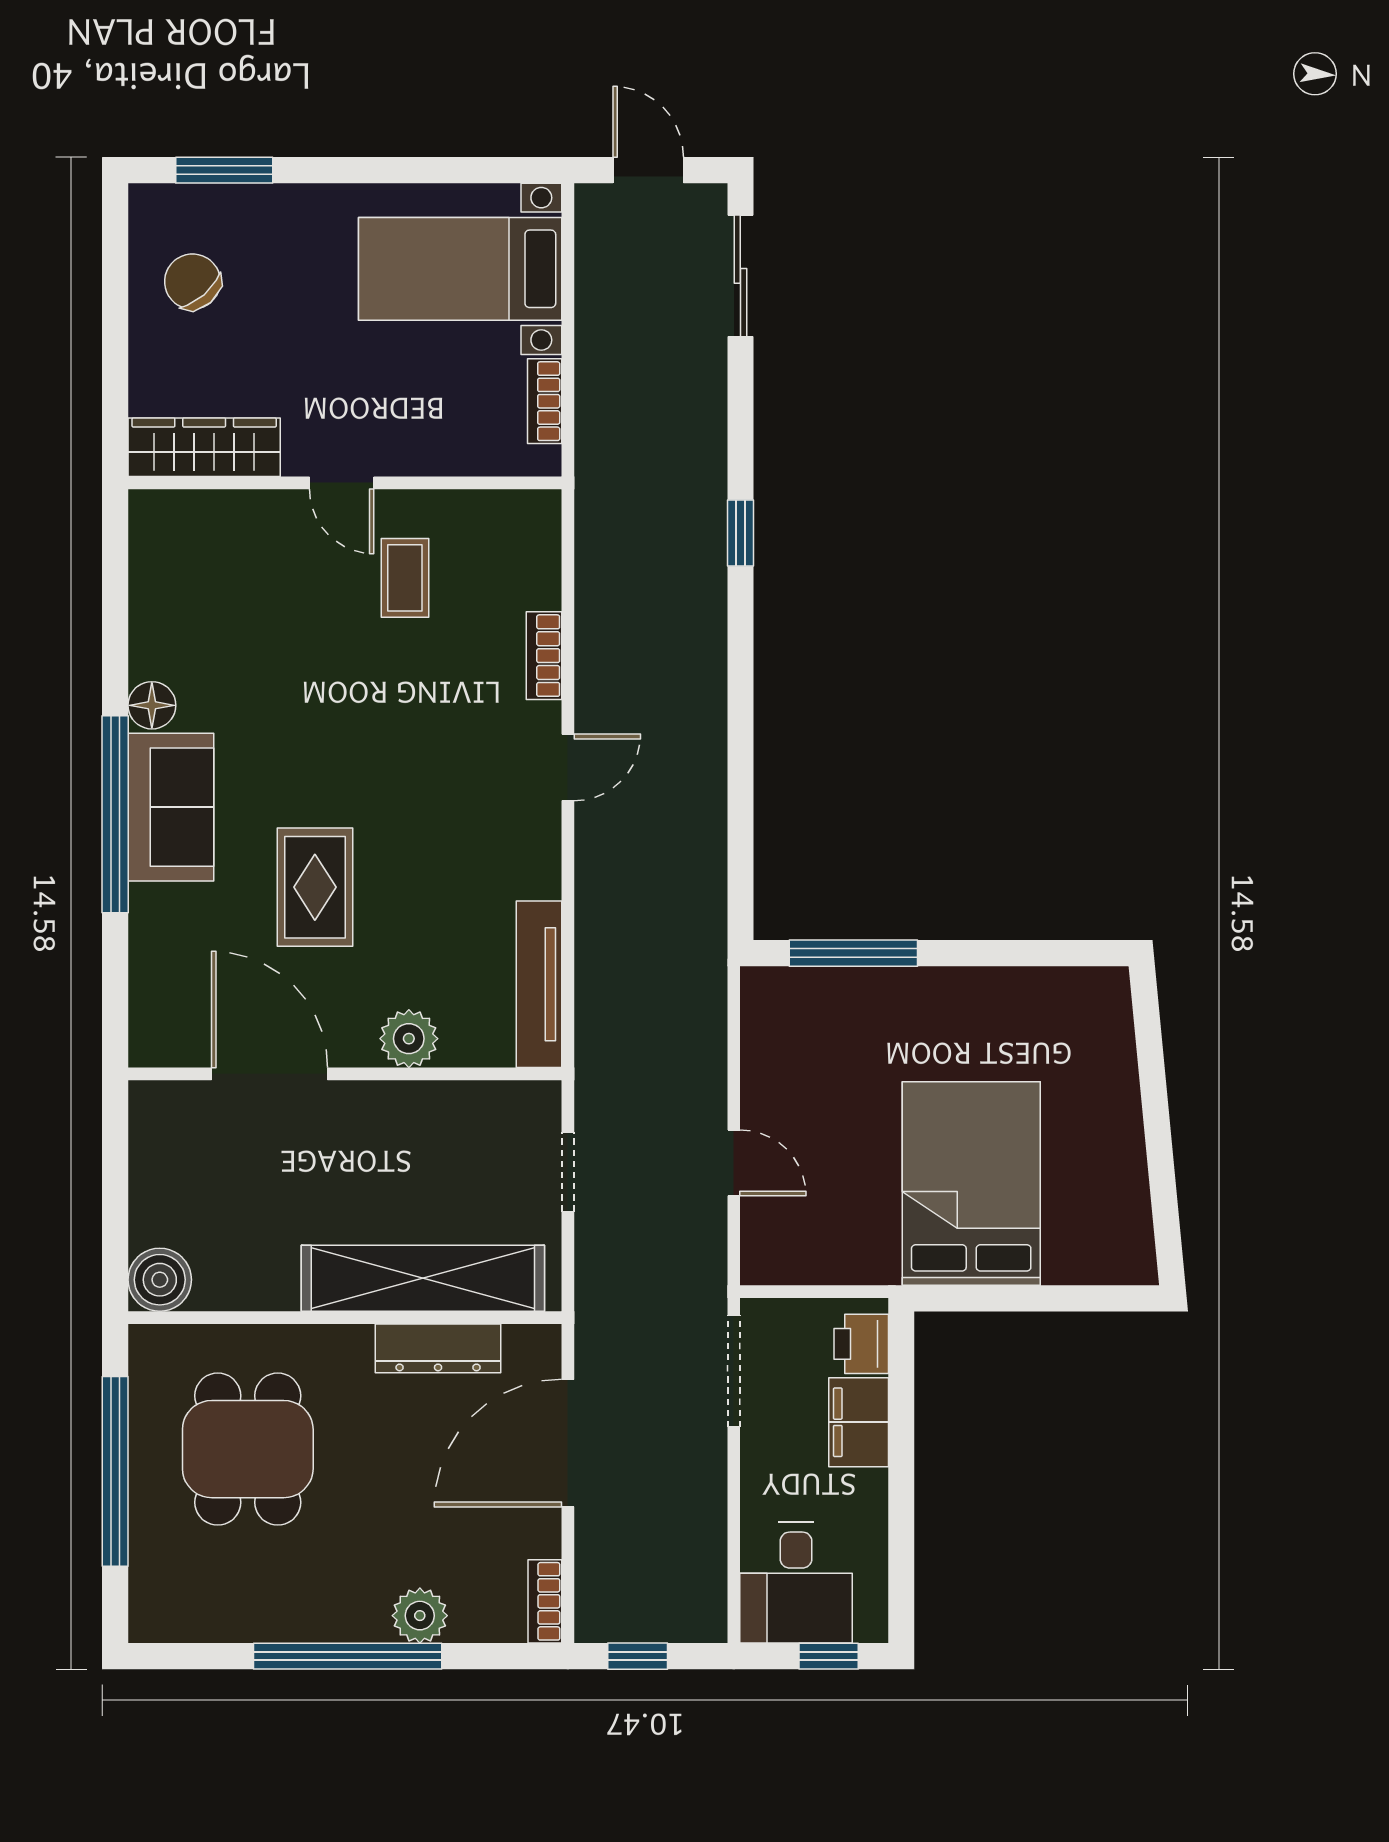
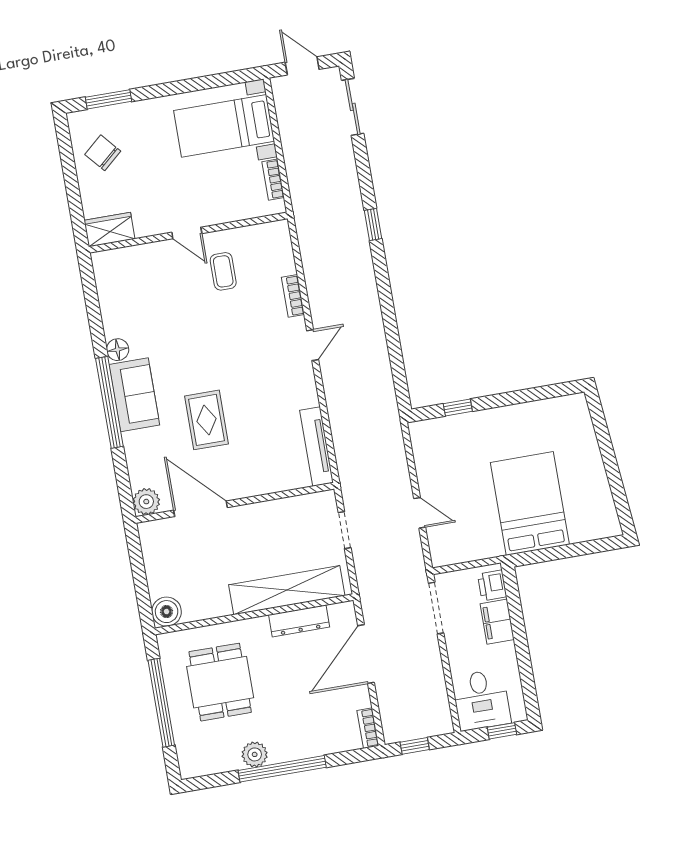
wardrobe: (204, 447) -> (109, 230), width x0.67
window: (853, 953) -> (458, 407), width x0.46
plant: (409, 1039) -> (146, 502), moved
plant: (420, 1616) -> (255, 754), moved

